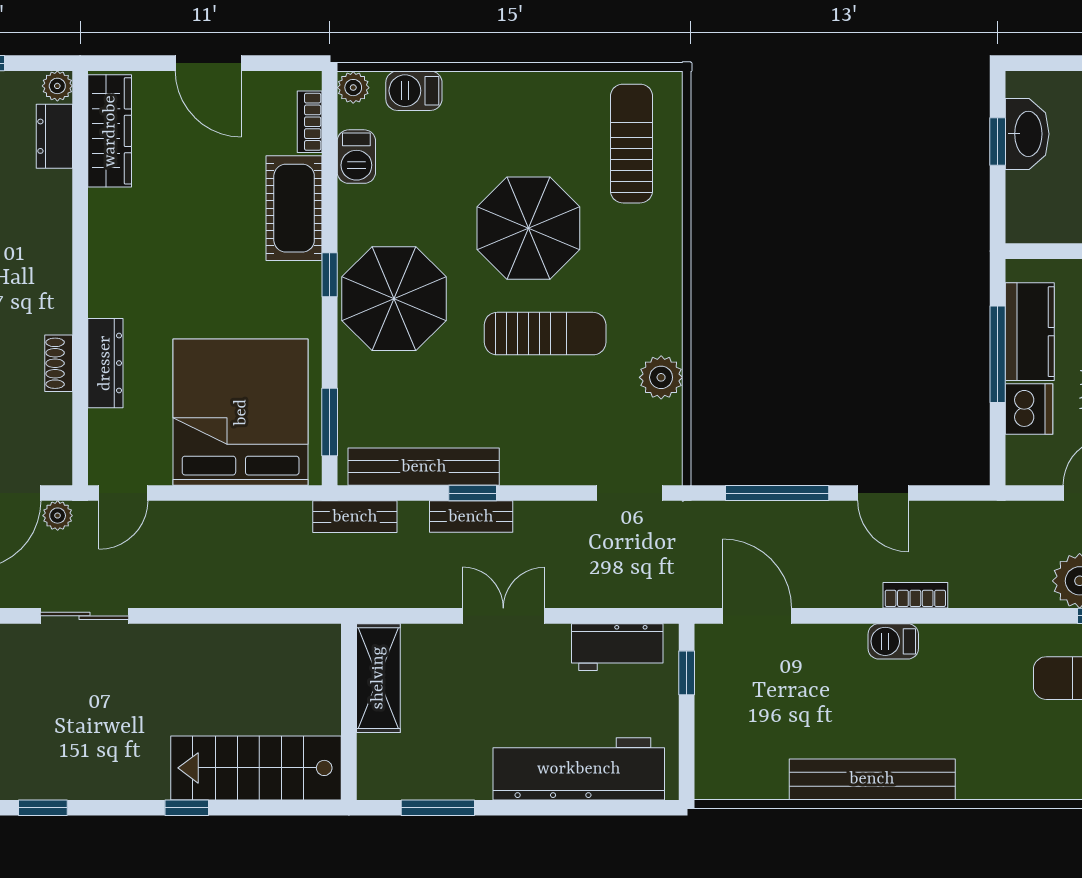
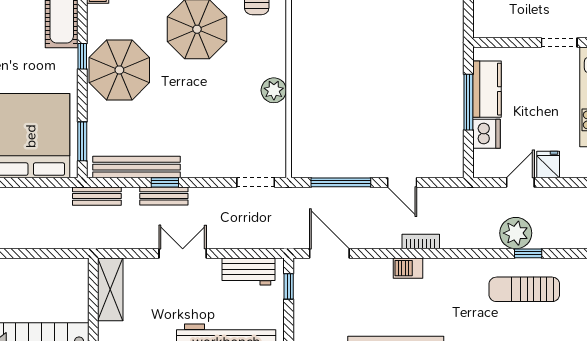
sun lounger: (545, 334) -> (207, 90), removed
plant: (661, 377) -> (274, 90), moved

